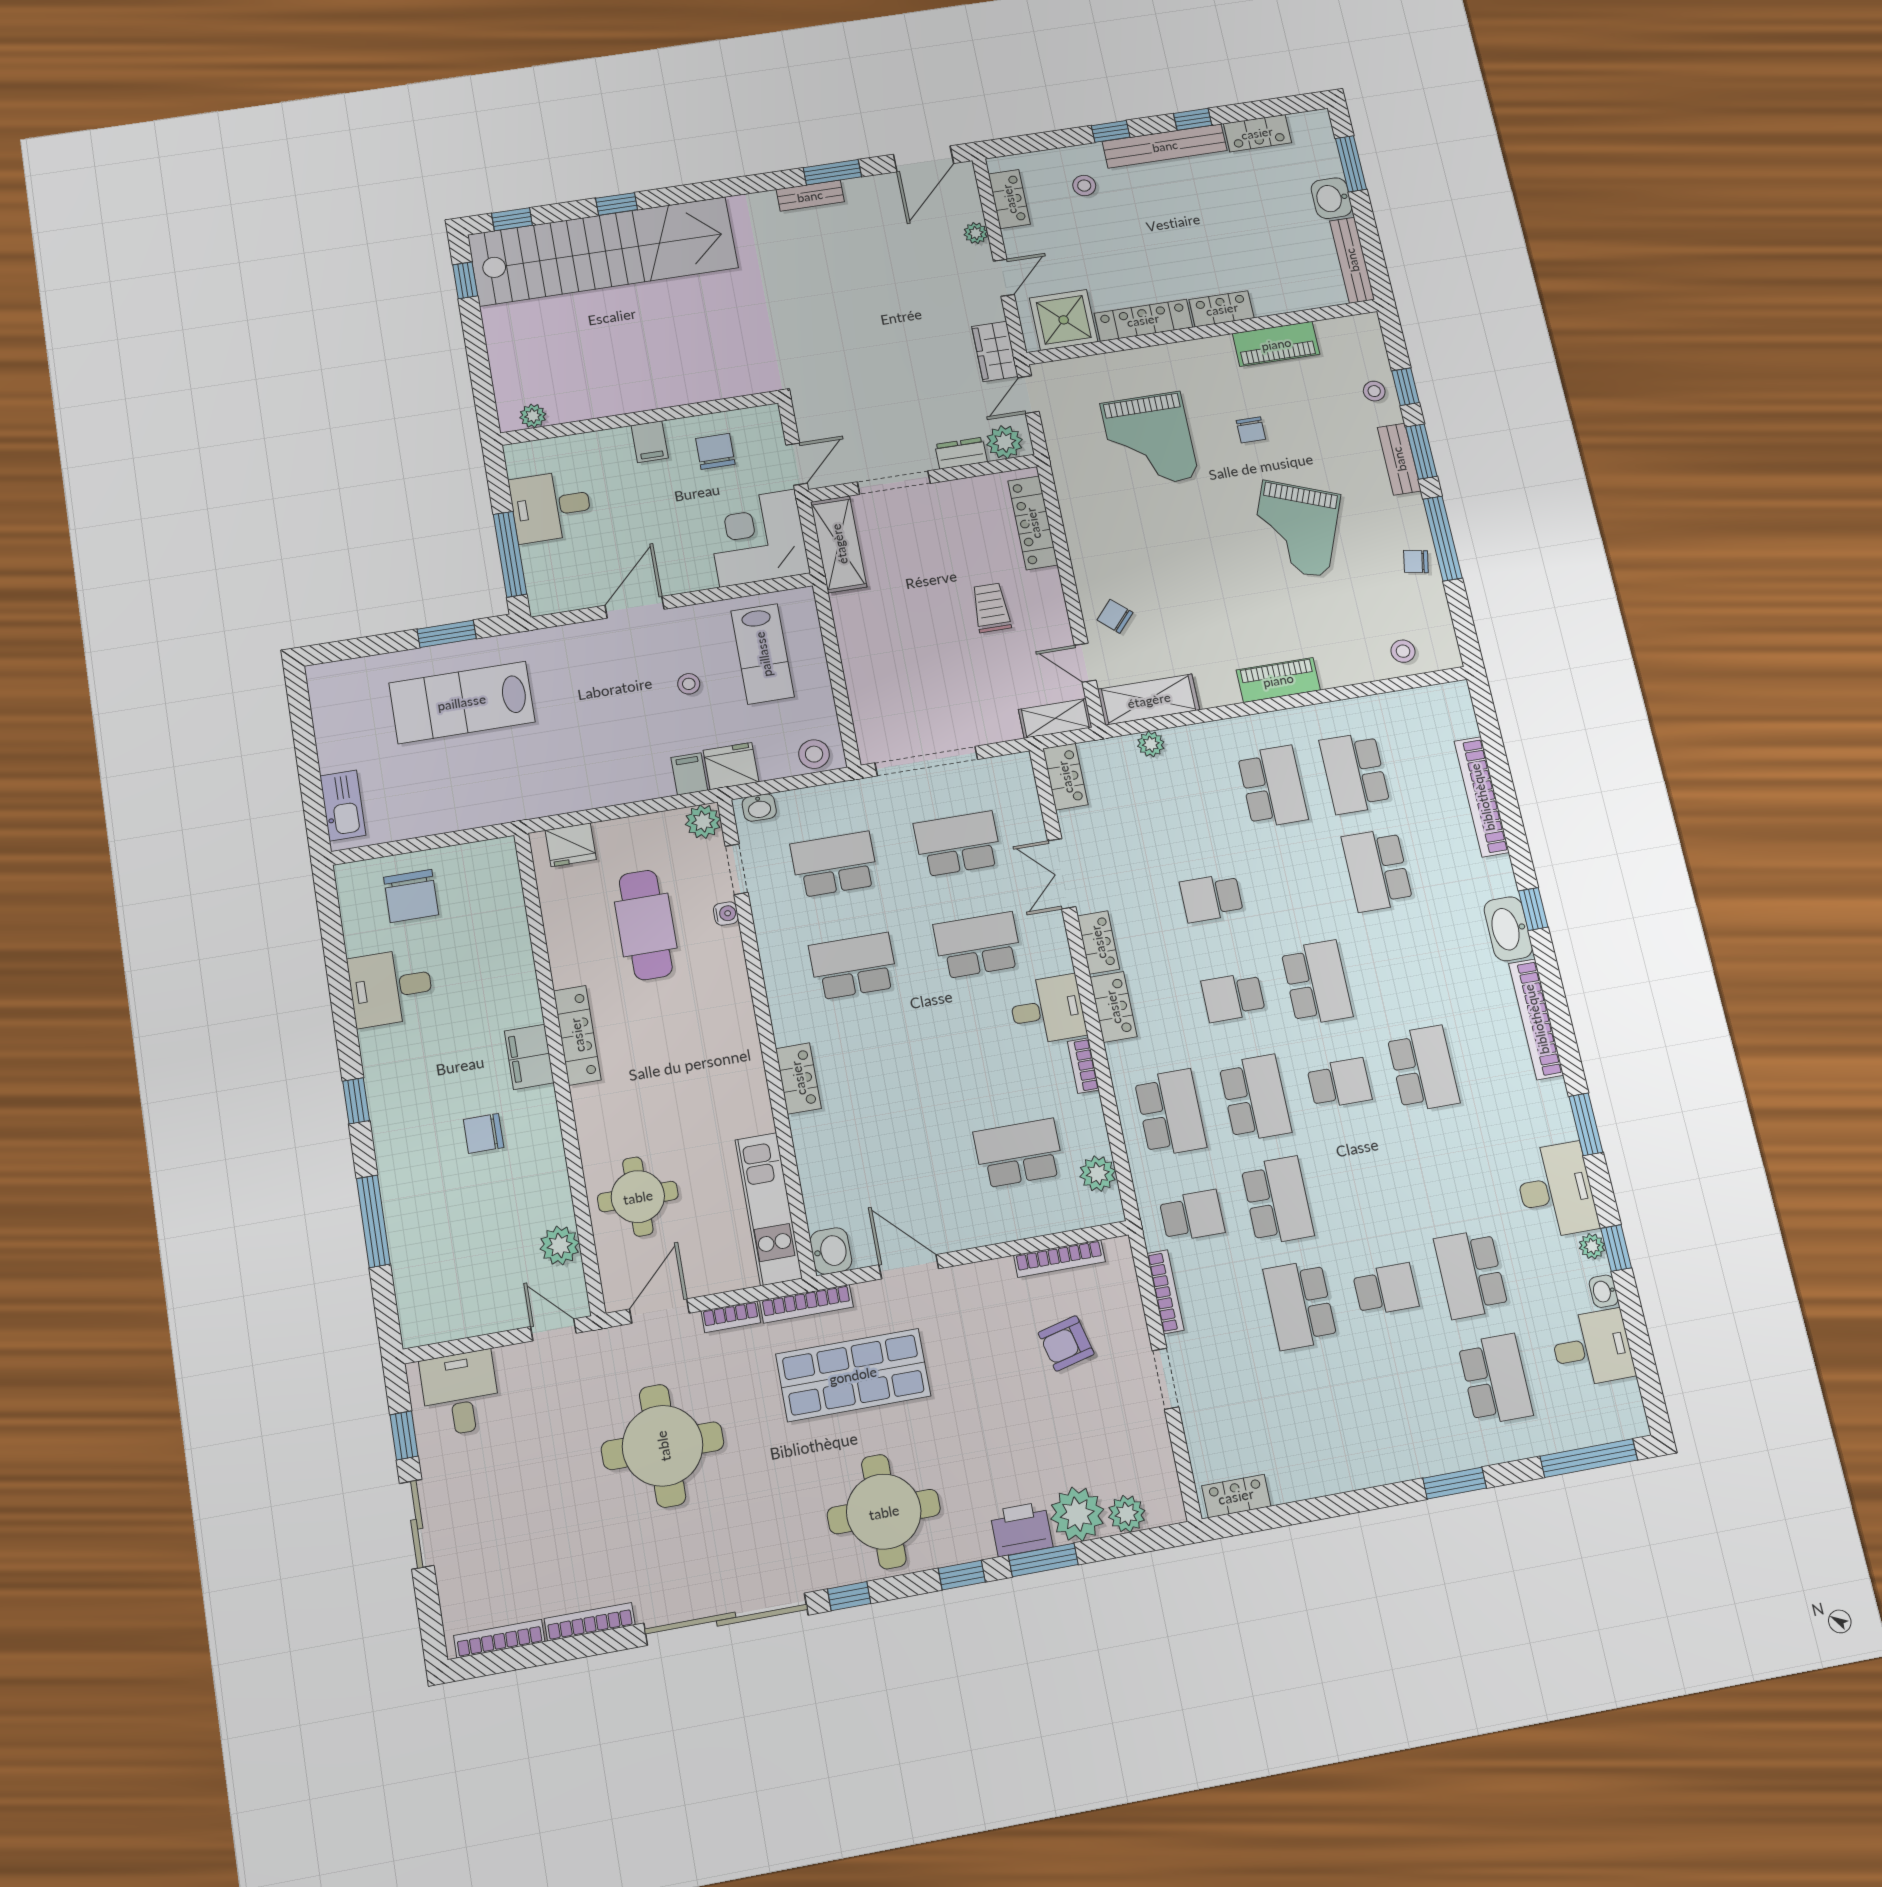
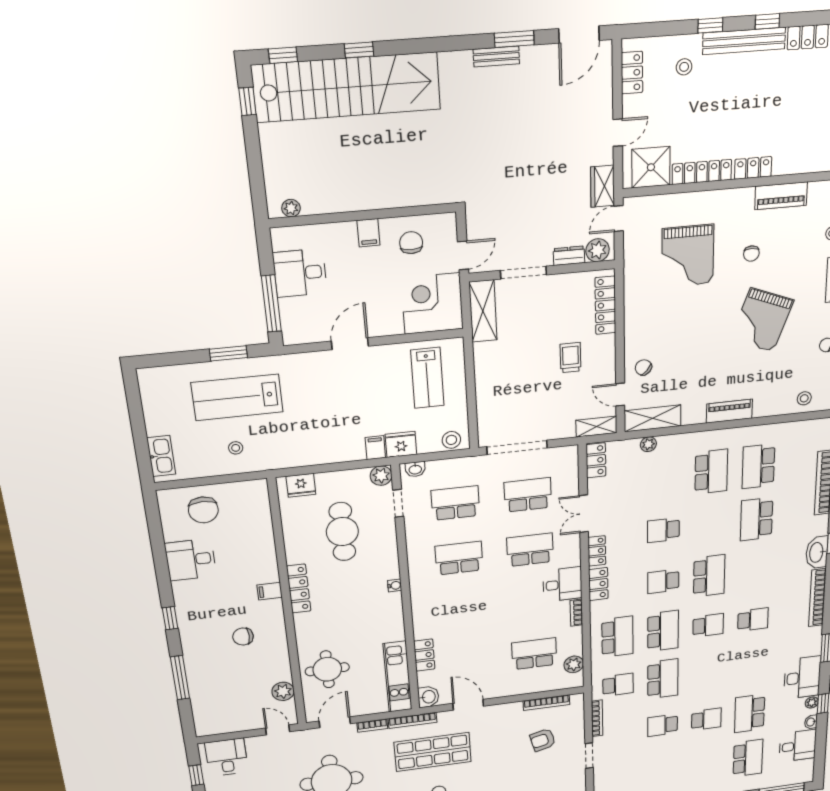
plant: (976, 233) -> (605, 97), removed
stool: (689, 684) -> (236, 448), moved
water cooler: (726, 914) -> (395, 585), moved
filing cabinet: (529, 1057) -> (270, 591), width x0.50
school desk: (1423, 1069) -> (753, 620), width x0.54
locker: (798, 1078) -> (424, 655), moved
school desk: (1300, 1305) -> (663, 725), width x0.54

